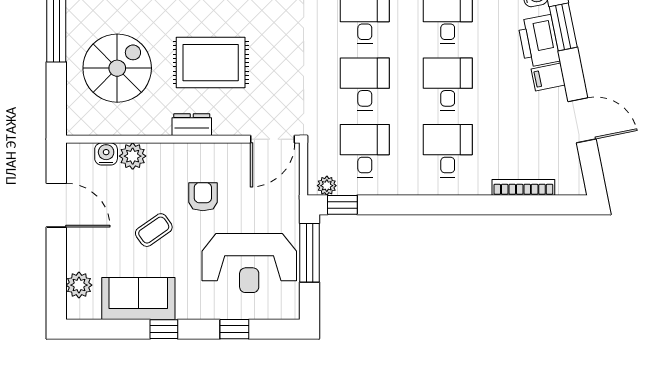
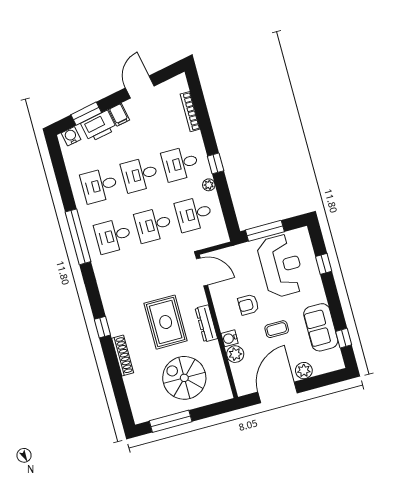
dresser: (192, 125) -> (206, 323), width x1.44
water cooler: (106, 154) -> (230, 338), moved
plant: (327, 186) -> (209, 185), moved
door: (56, 205) -> (278, 392), width x1.36
window: (342, 205) -> (216, 163), moved
coffee table: (154, 230) -> (277, 329), turned -55
plant: (79, 285) -> (304, 371), moved
window: (164, 329) -> (344, 338), moved

